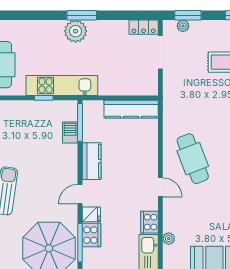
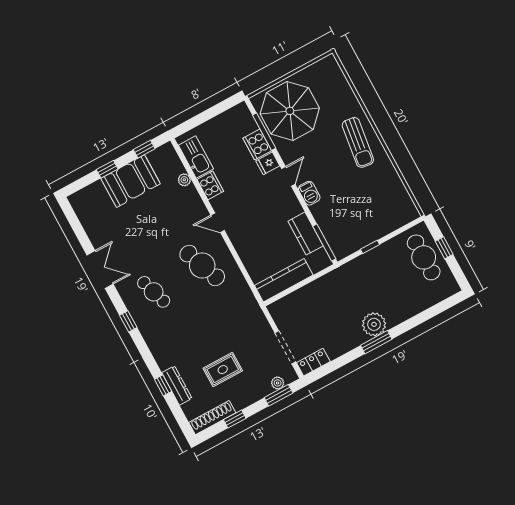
kitchen unit: (62, 85) -> (359, 267), removed
barbecue: (70, 132) -> (309, 193), moved
kitchen counter: (92, 161) -> (306, 233), moved

